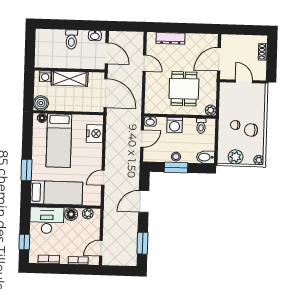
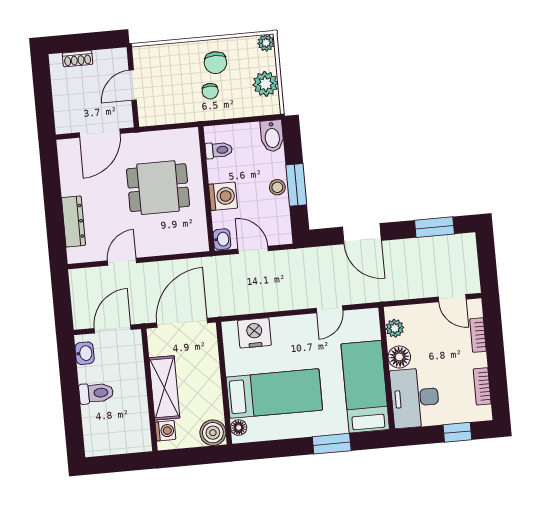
door: (219, 59) -> (100, 133), hinge flipped
plant: (211, 110) -> (190, 137), removed
door: (103, 178) -> (329, 309), hinge flipped

